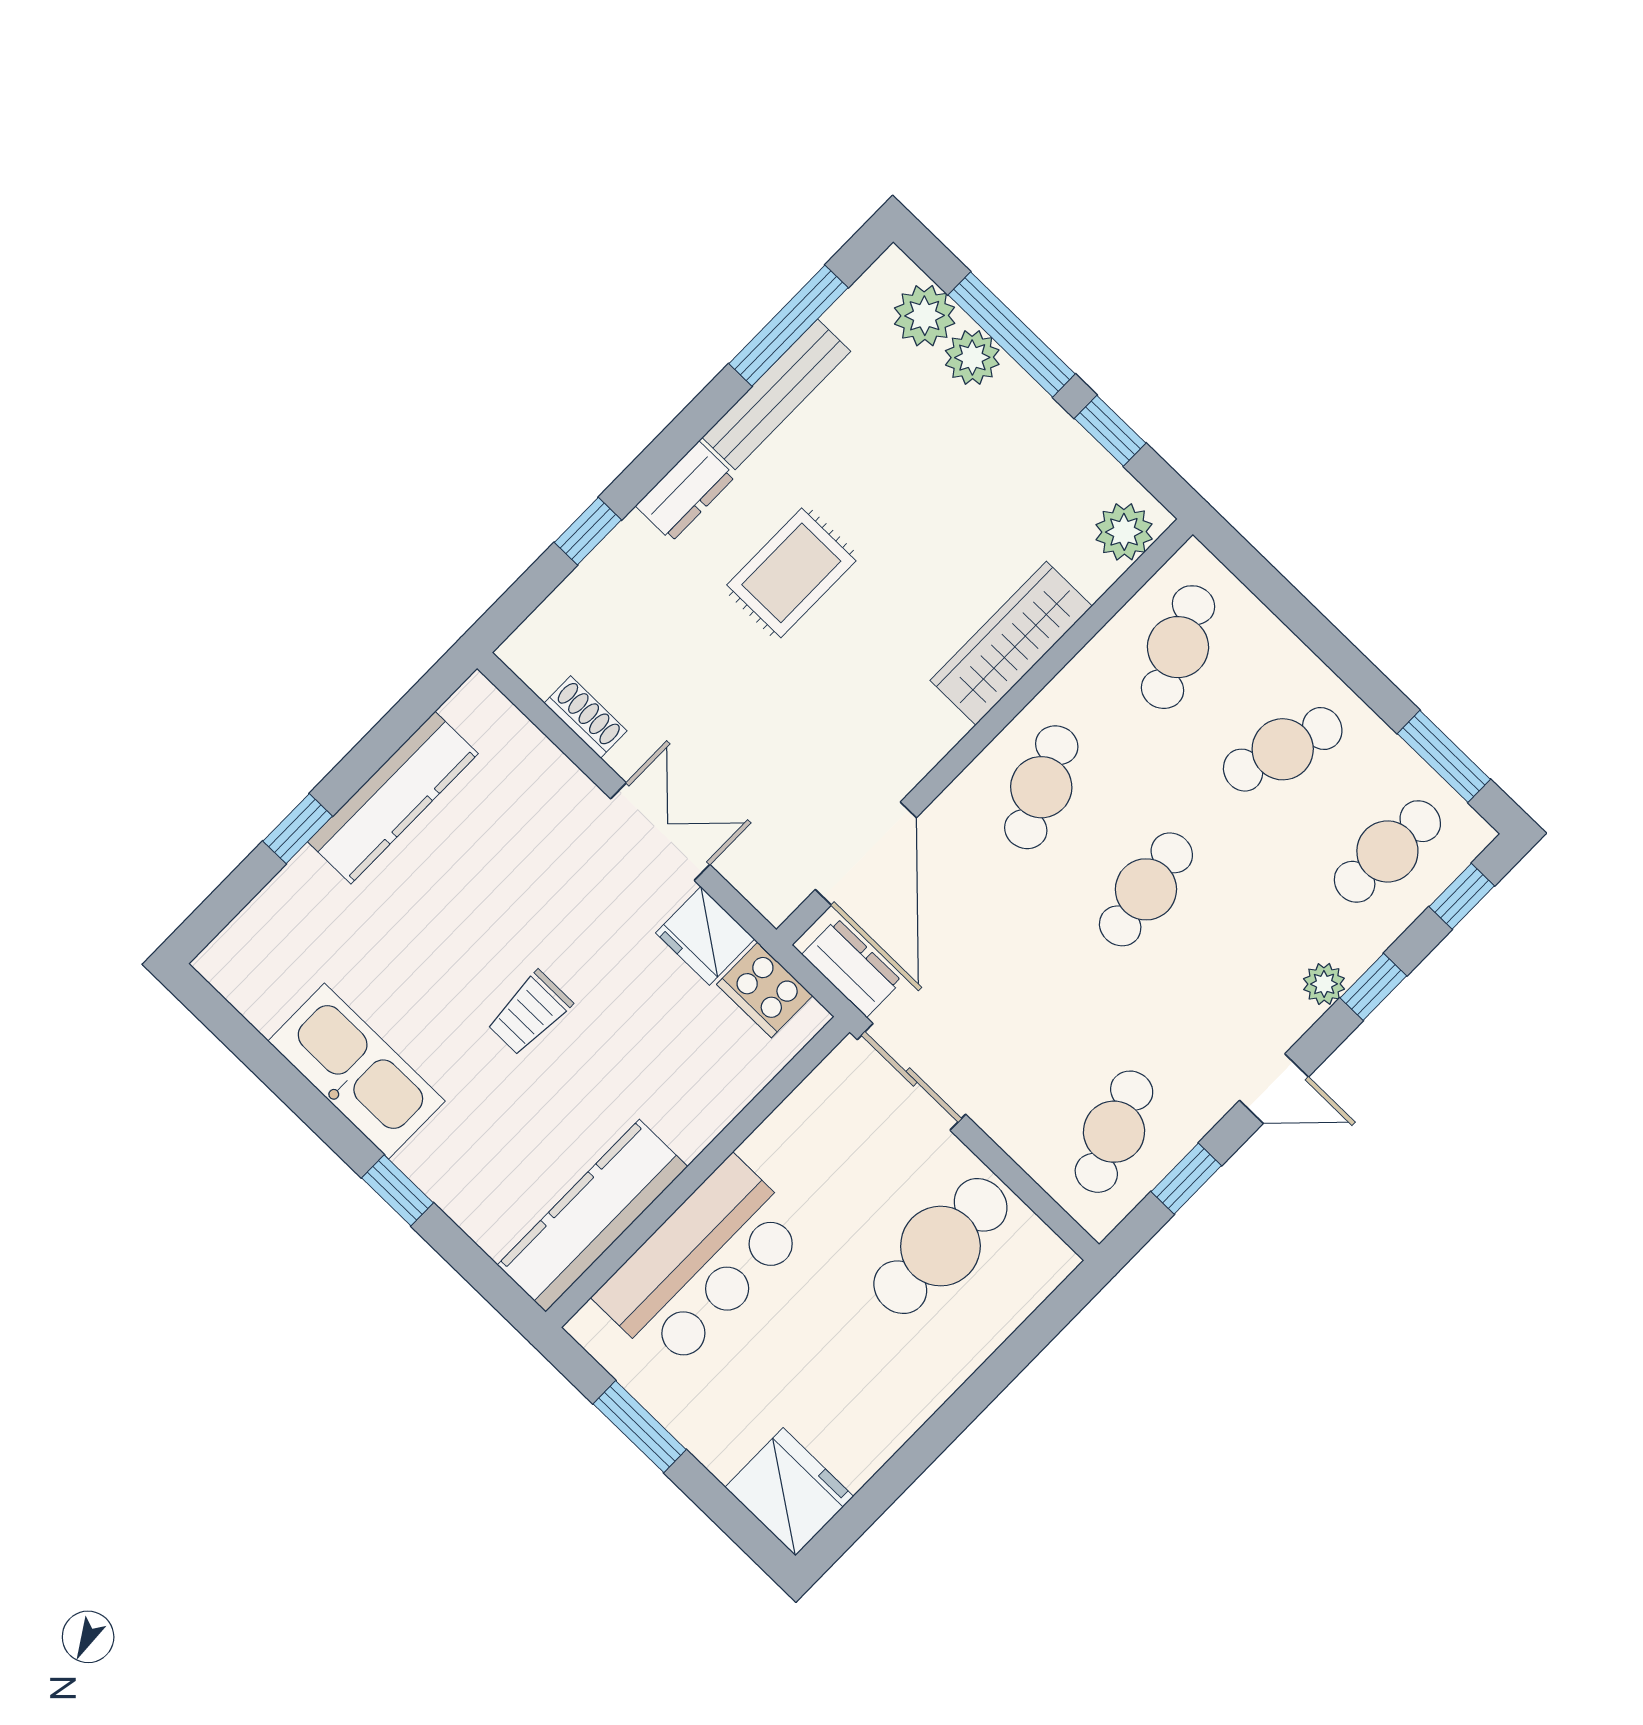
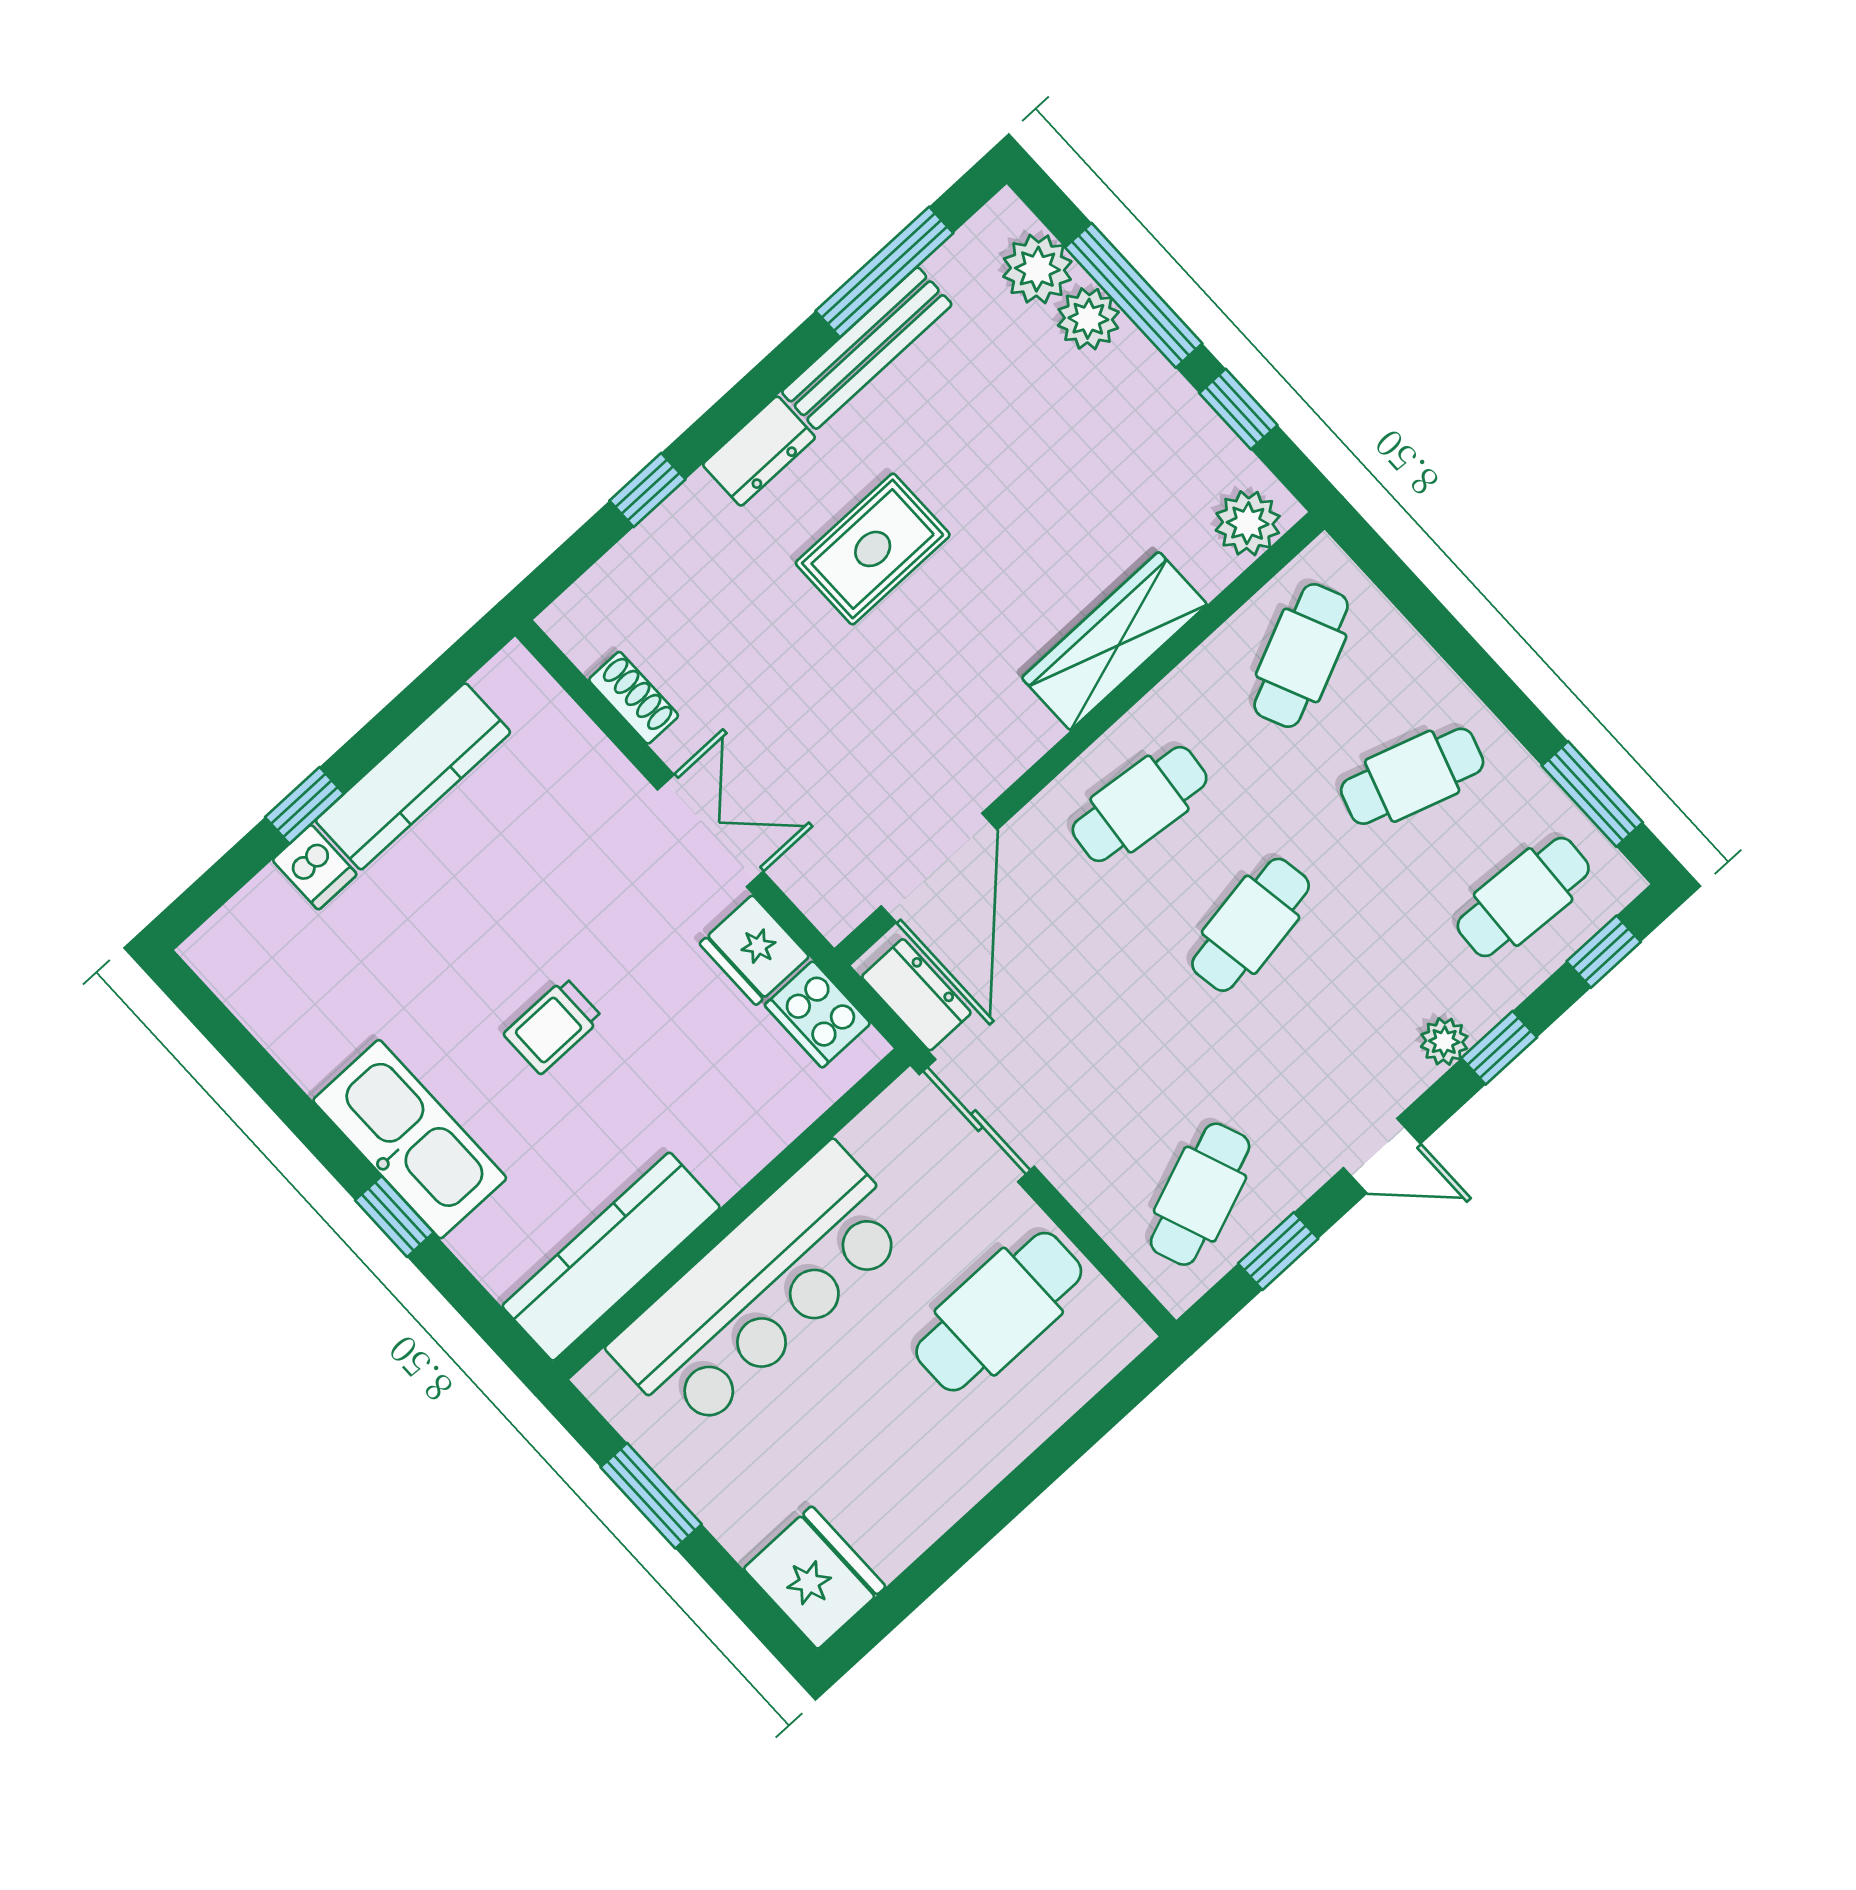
cafe table: (1041, 787) -> (1140, 804), turned 30
dishwasher: (310, 883) -> (315, 867), added
kitchen sink: (356, 1071) -> (410, 1139), moved
bar counter: (702, 1264) -> (761, 1289), width x1.36

